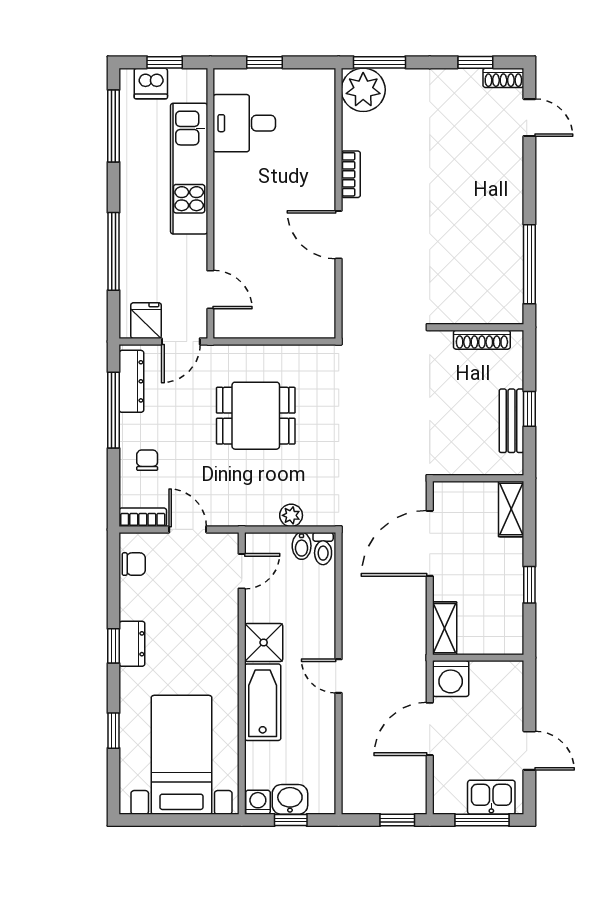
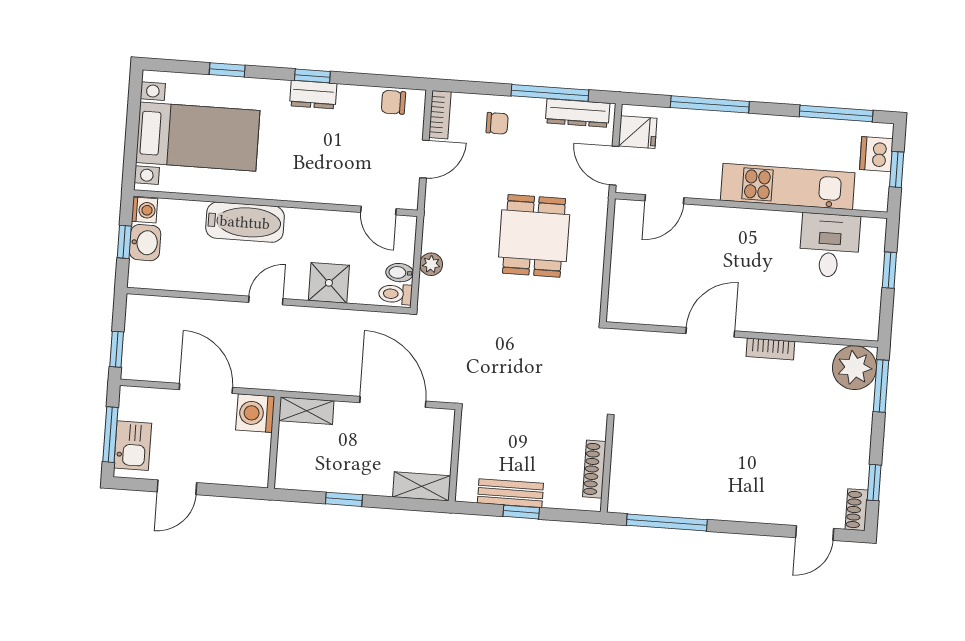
chair: (134, 564) -> (393, 102), turned 90
shower: (264, 643) -> (329, 283), moved

